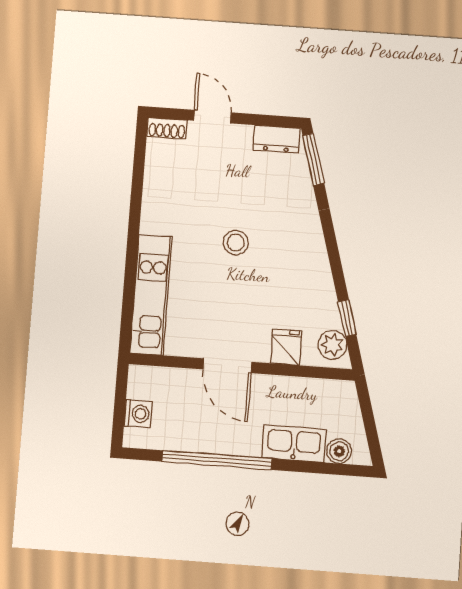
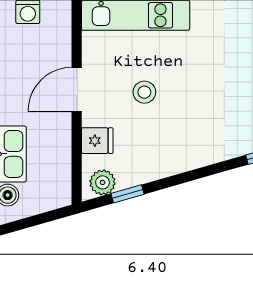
stool: (236, 243) -> (144, 92), moved

